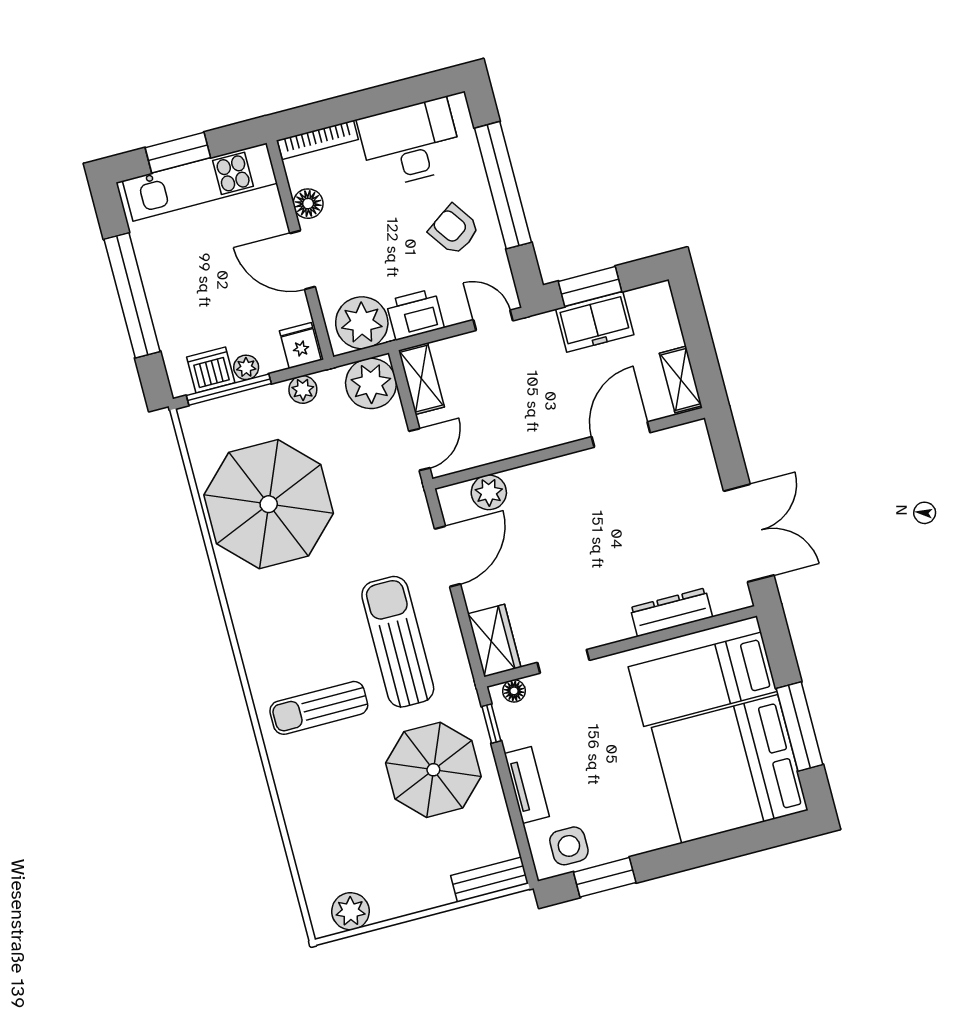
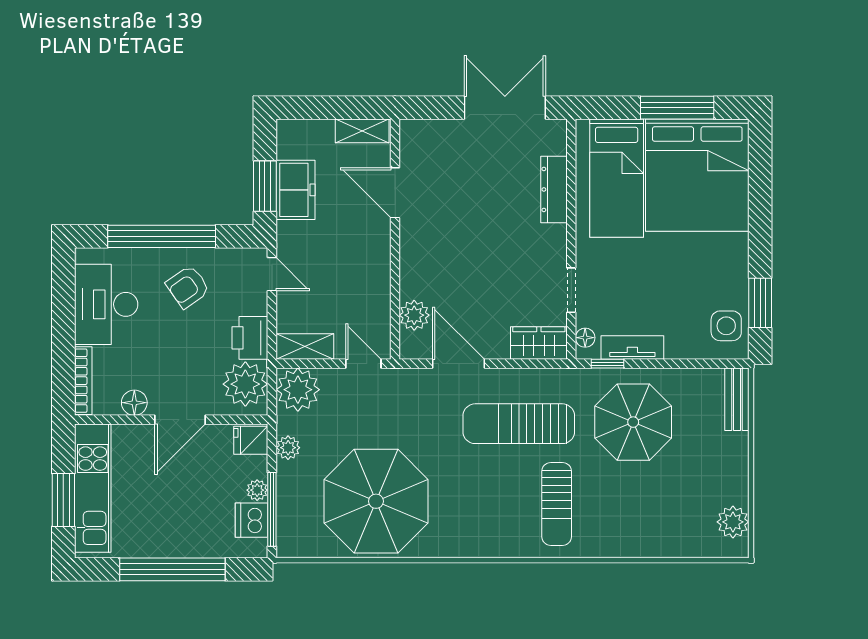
door: (493, 320) -> (272, 274), swing flipped
tv unit: (527, 785) -> (632, 348), moved

